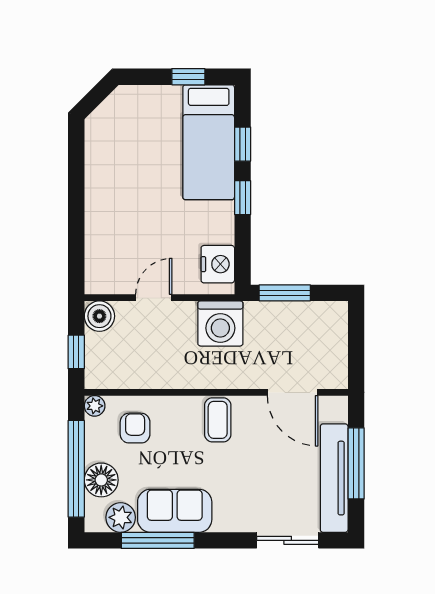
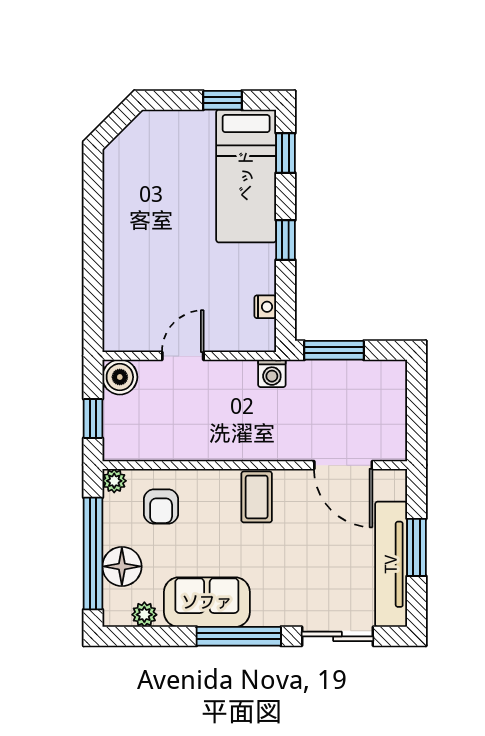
window: (243, 144) -> (285, 153), moved
nightstand: (218, 264) -> (265, 307), width x0.53, depth x0.56
washing machine: (220, 323) -> (272, 373), width x0.53, depth x0.53
armchair: (135, 428) -> (161, 507), turned 180
window: (356, 463) -> (417, 547), width x0.69
plant: (121, 517) -> (144, 615), width x0.73, depth x0.73
window: (158, 540) -> (239, 636), moved

